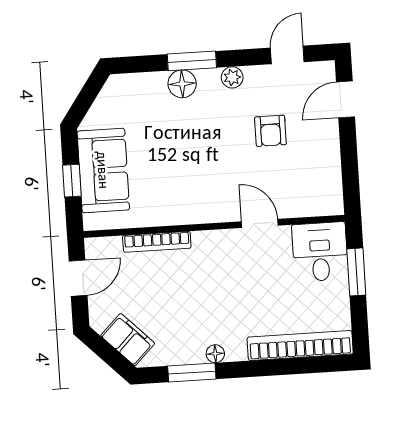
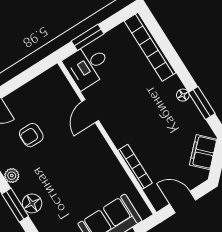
armchair: (270, 131) -> (31, 135), turned 180

